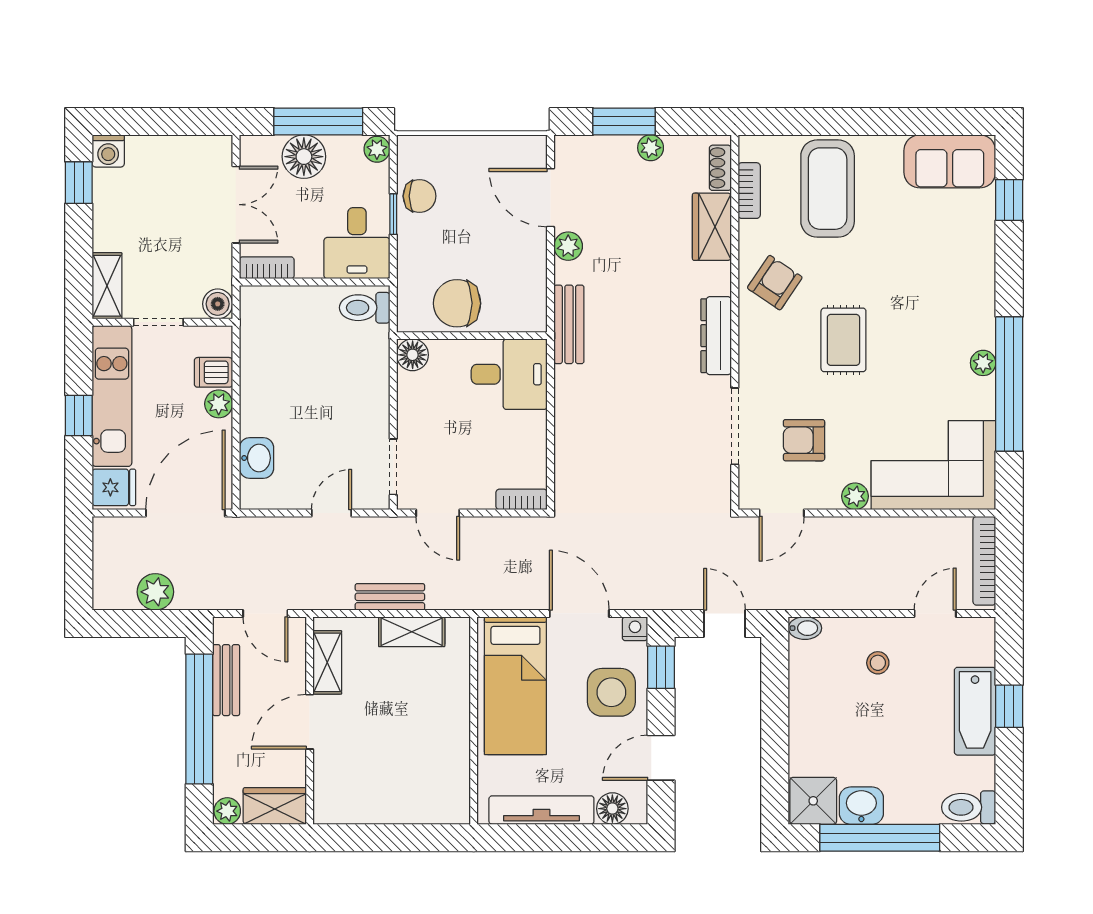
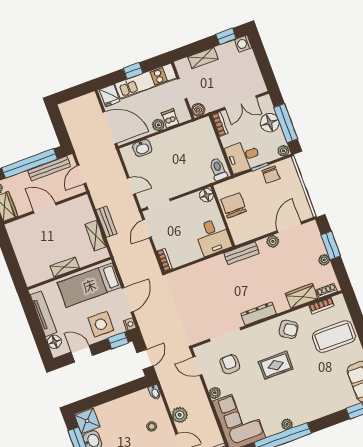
shelving: (107, 286) -> (203, 58), moved
plant: (155, 592) -> (180, 415), moved
shelving: (327, 662) -> (65, 267), moved
bench: (226, 680) -> (49, 169), width x1.36

